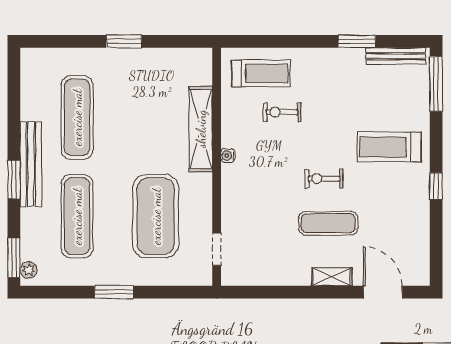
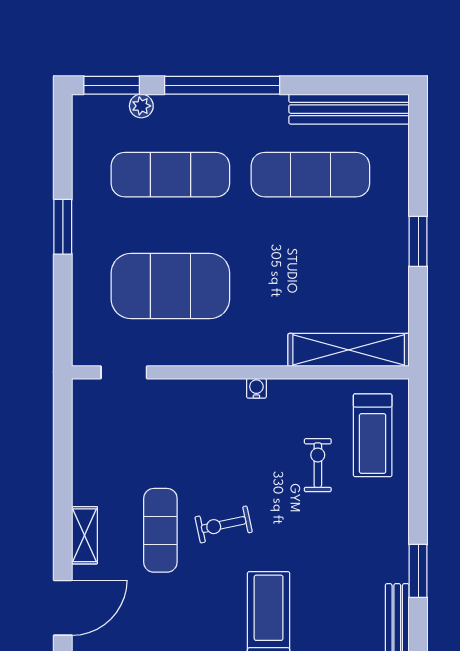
shelving: (201, 129) -> (349, 350), moved
bench: (31, 164) -> (349, 109), moved
exercise bike: (324, 179) -> (224, 524), turned -102
window: (14, 180) -> (222, 85), width x2.11
plant: (29, 270) -> (141, 106), moved

